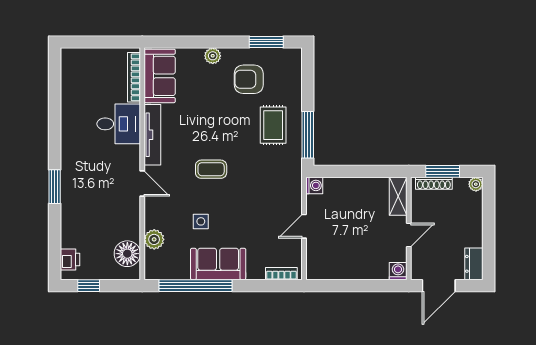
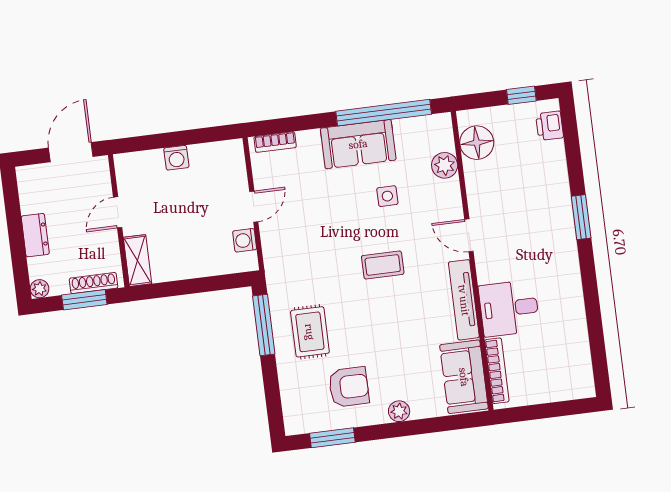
washing machine: (314, 185) -> (245, 240), moved
dresser: (474, 264) -> (35, 235), moved
washing machine: (398, 271) -> (176, 158), moved

